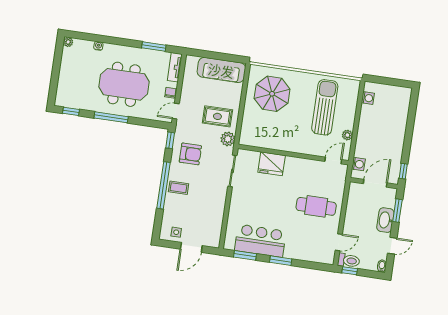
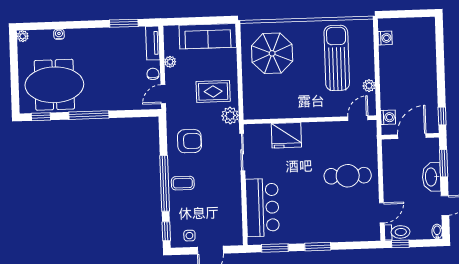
meeting table: (124, 84) -> (54, 85), moved
plant: (186, 85) -> (170, 62), added
window: (170, 140) -> (166, 231), moved
bar counter: (260, 241) -> (262, 207), moved, turned 90

